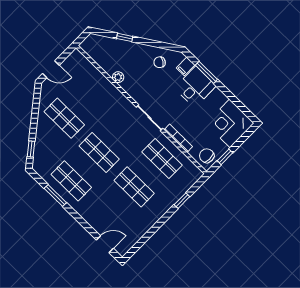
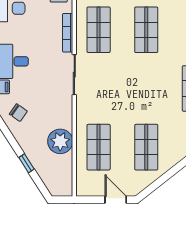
plant: (118, 77) -> (60, 141), width x1.87, depth x1.87
shop shelf: (99, 153) -> (99, 147), moved

